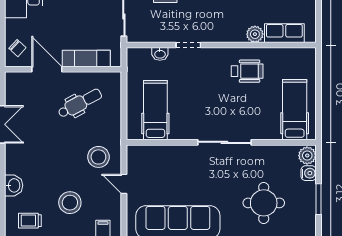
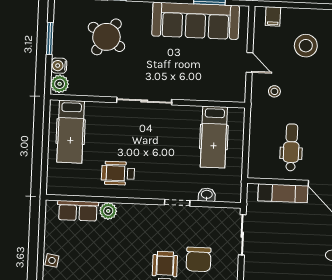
dental chair: (80, 103) -> (291, 147), turned 118
stool: (98, 157) -> (274, 91), width x0.53, depth x0.53
round table: (264, 203) -> (106, 37), turned 34

